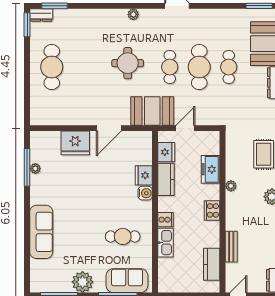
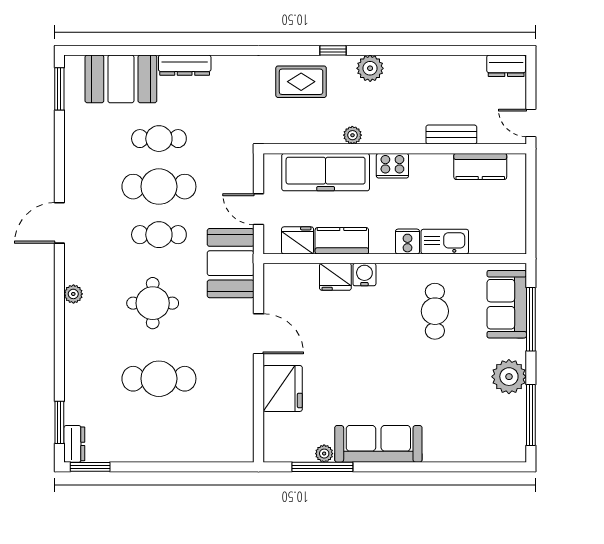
cafe table: (52, 67) -> (159, 379), moved
freezer: (210, 169) -> (326, 172), width x1.91, depth x1.26
sofa: (41, 232) -> (378, 444), moved

